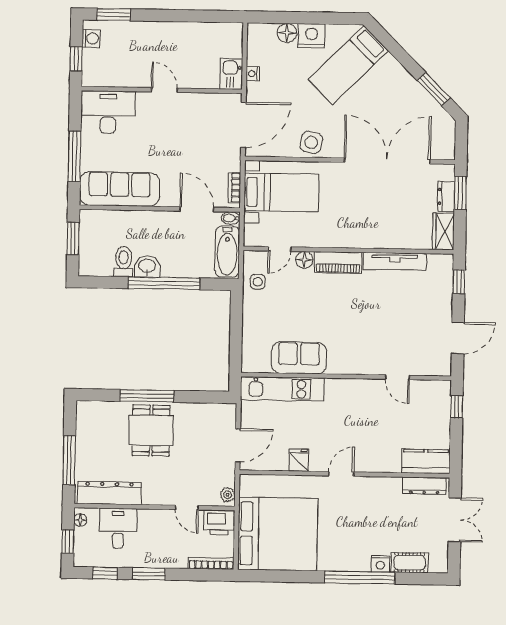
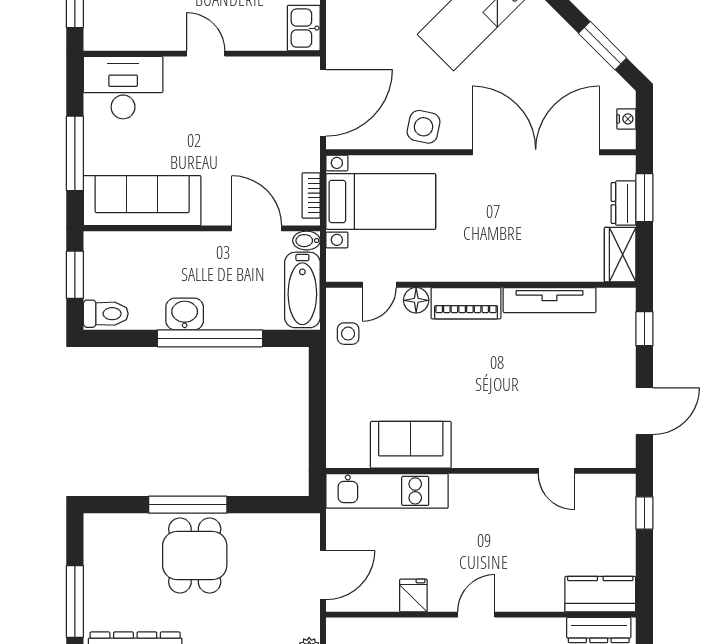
nightstand: (253, 74) -> (626, 119), moved, turned 180
toilet: (124, 262) -> (106, 314), moved, turned 90

